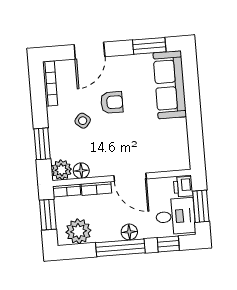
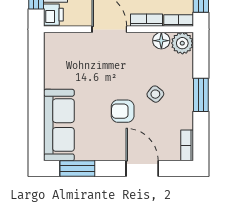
door: (89, 51) -> (142, 169), hinge flipped
bookcase: (50, 83) -> (187, 145), width x0.64
window: (42, 144) -> (201, 95), moved

